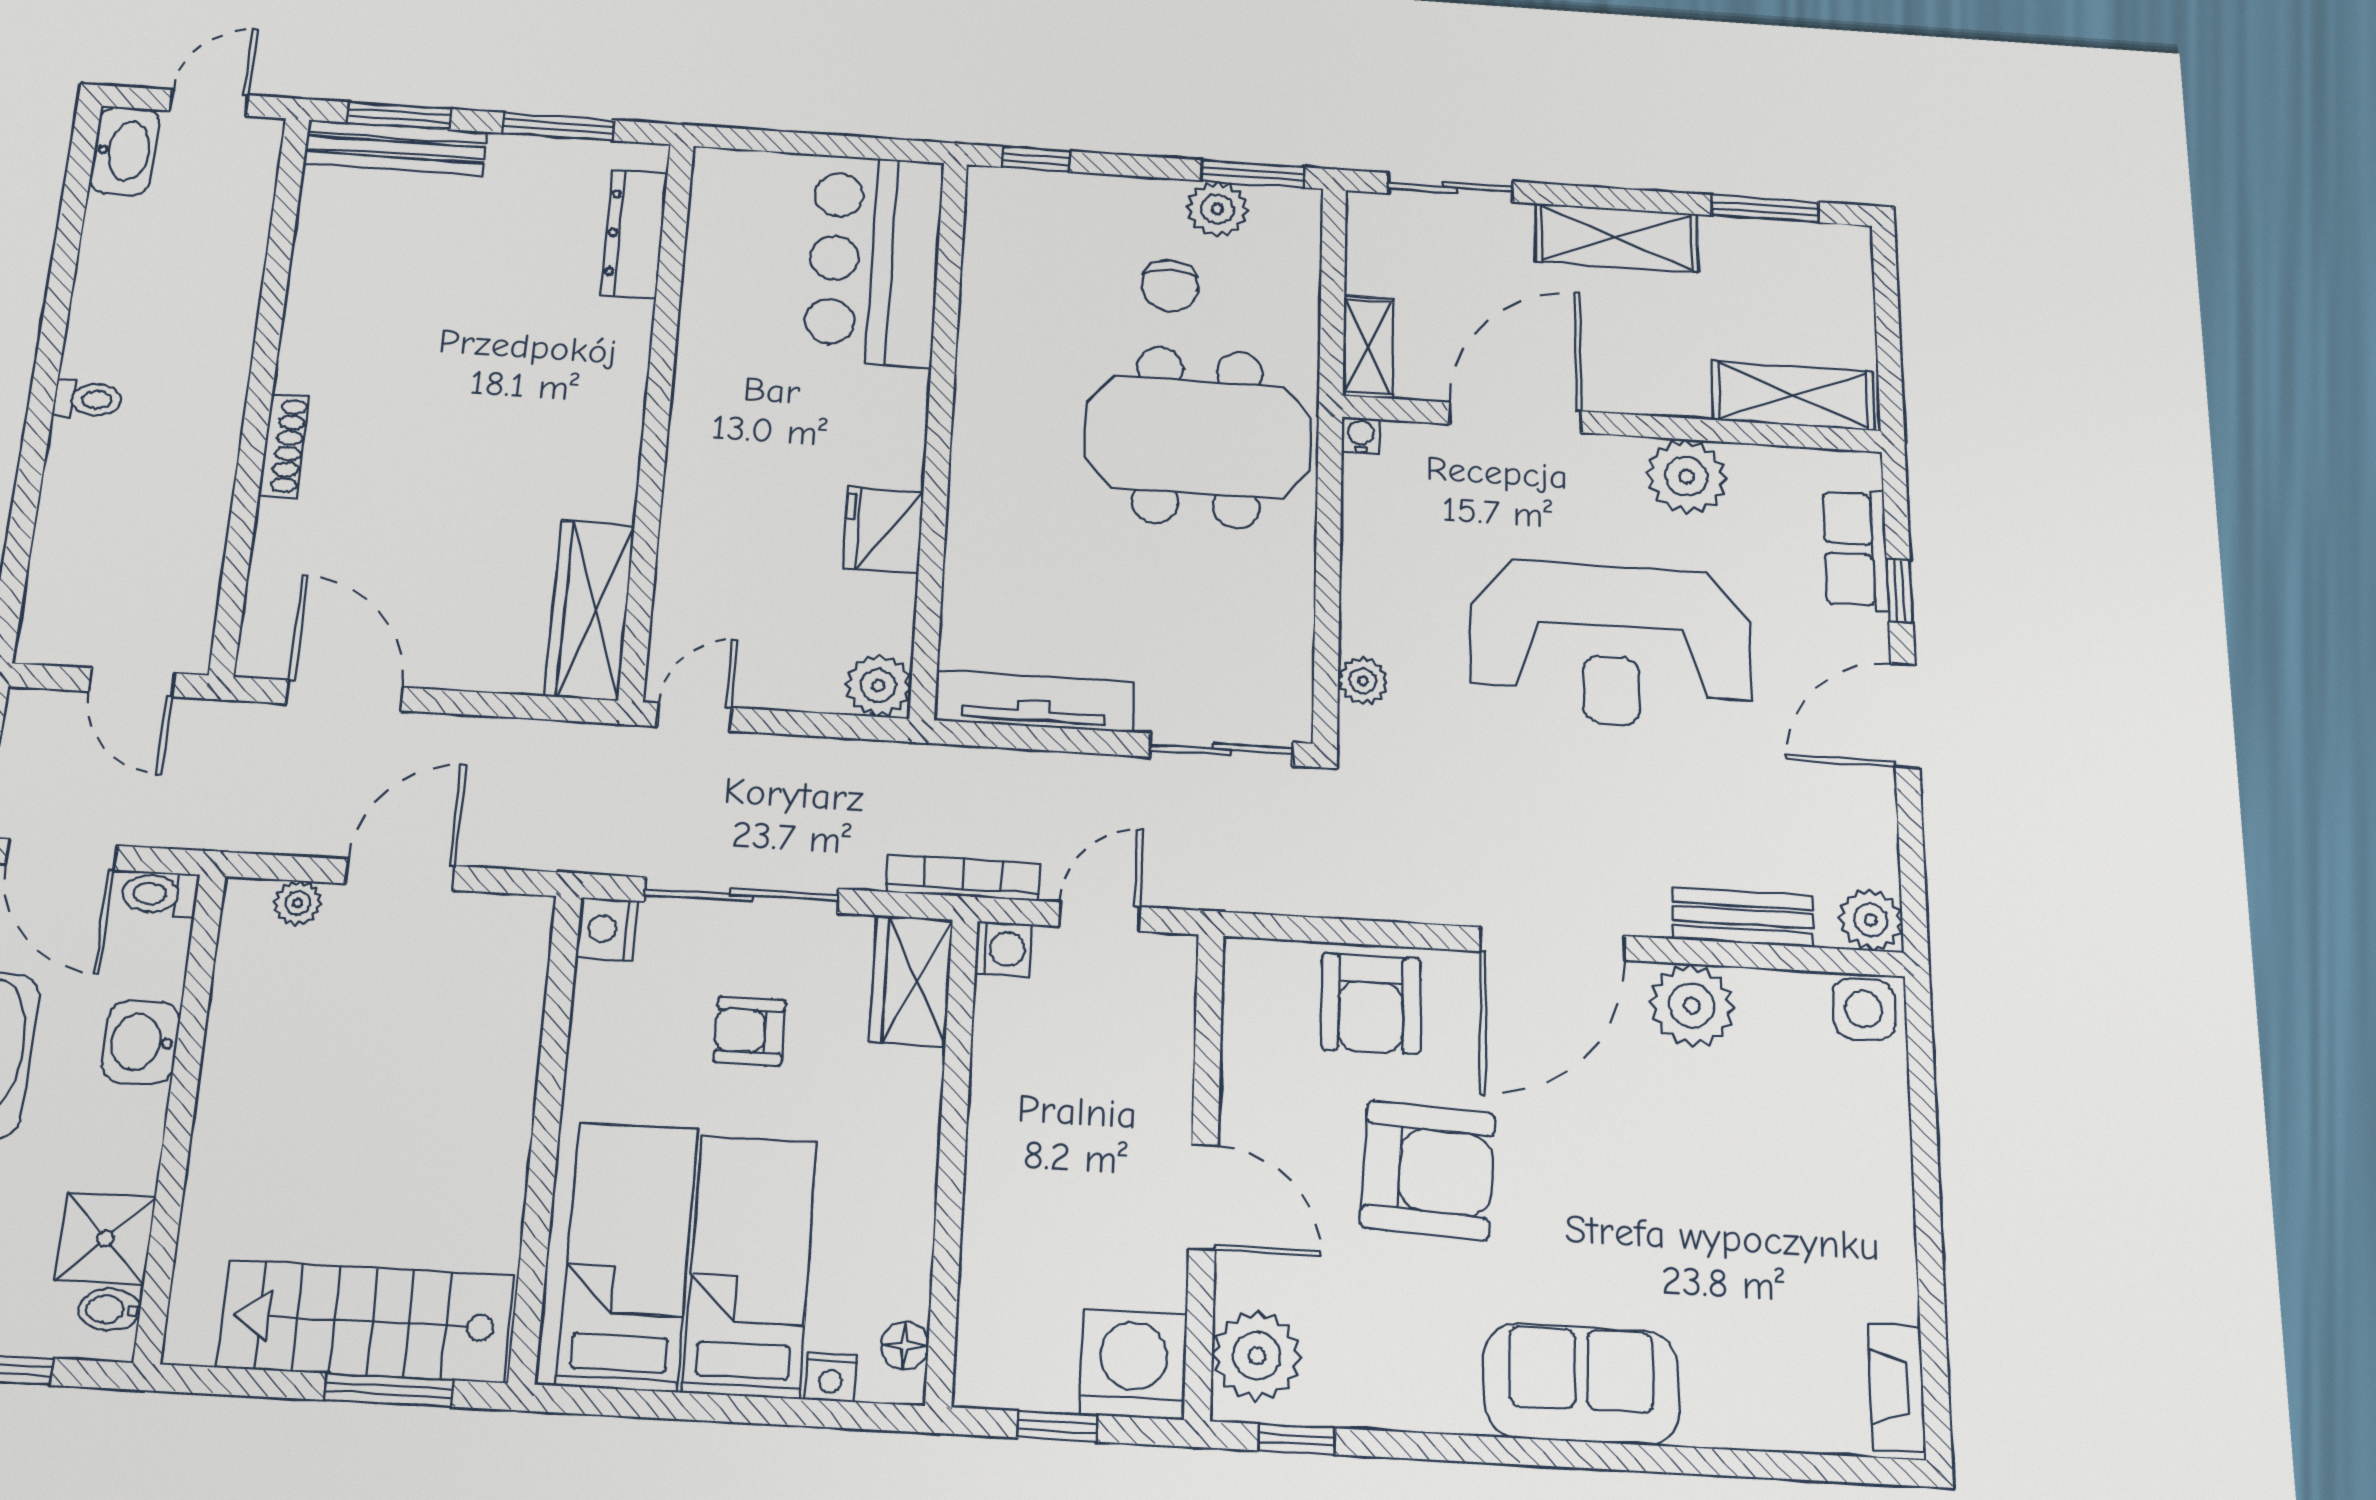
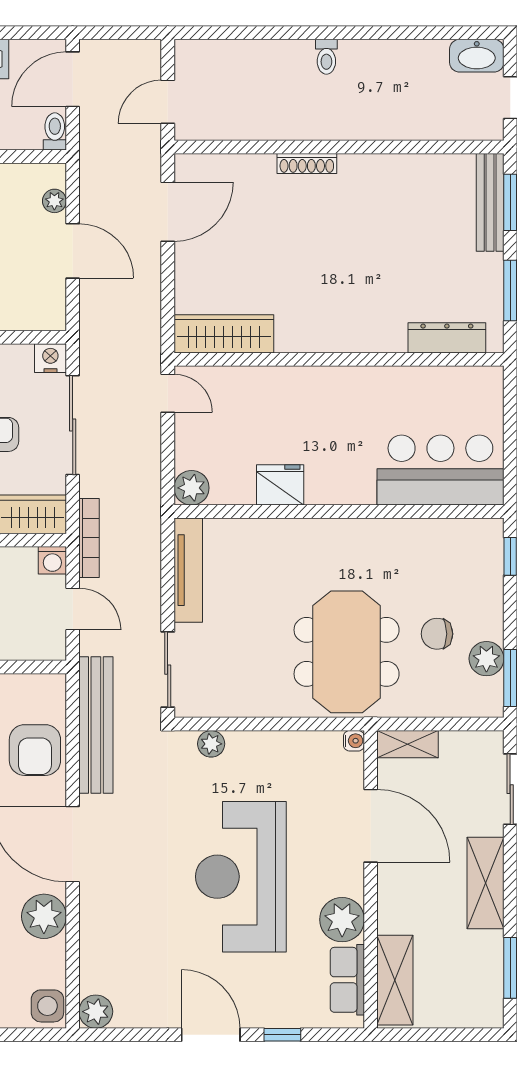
row of seats: (1855, 549) -> (347, 980), moved, turned -90
bench: (1743, 917) -> (96, 725), moved, width x1.86, depth x1.21
armchair: (1371, 1003) -> (35, 750), turned -90

